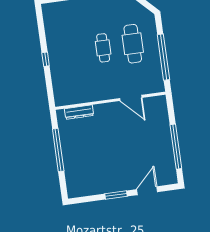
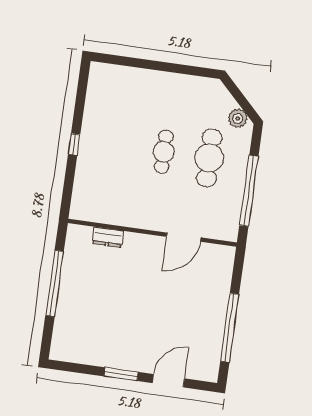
plant: (144, 14) -> (238, 118), added
door: (131, 98) -> (184, 237), hinge flipped
dresser: (79, 112) -> (108, 237), width x0.70

